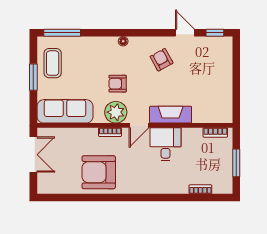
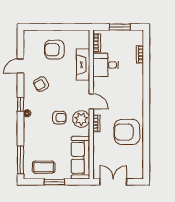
window: (215, 33) -> (21, 104), moved
armchair: (207, 77) -> (54, 50), added
armchair: (118, 84) -> (59, 118), turned -90
fireplace: (171, 115) -> (83, 65), moved
desk: (166, 144) -> (106, 65), moved
armchair: (99, 172) -> (127, 132), turned 90

